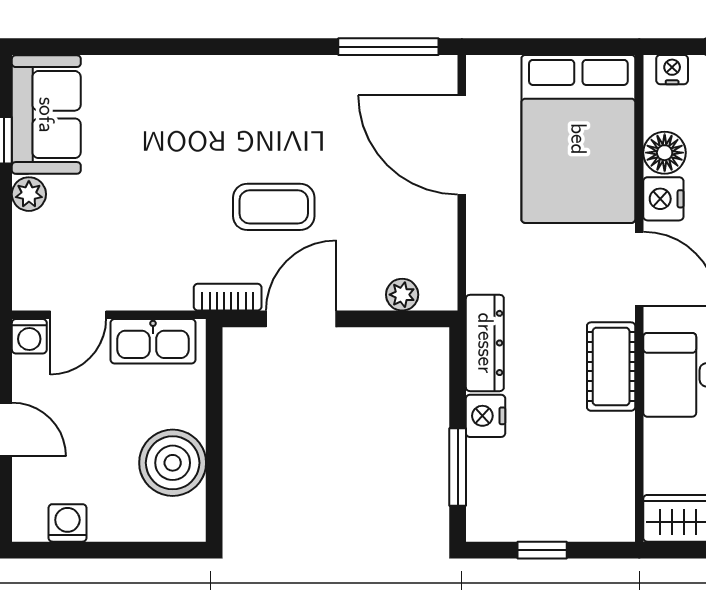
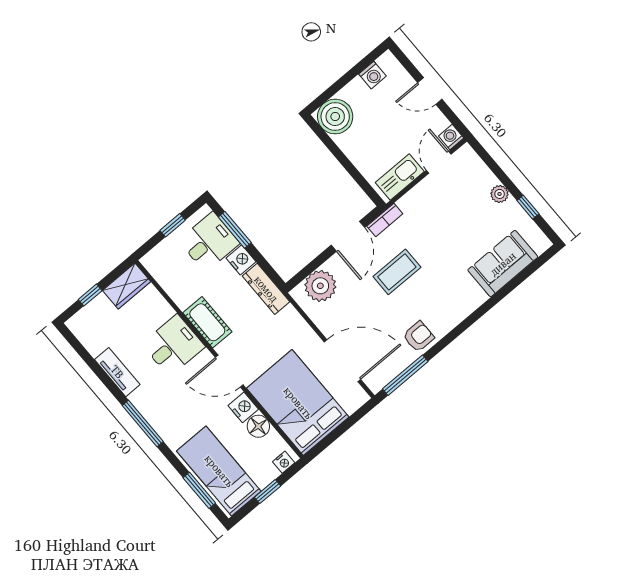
armchair: (322, 86) -> (419, 337), added
sofa: (46, 115) -> (503, 264), moved, turned 90
plant: (402, 295) -> (320, 286), width x1.88, depth x1.88
boiler: (173, 463) -> (335, 117), moved
desk: (510, 481) -> (209, 242), added

